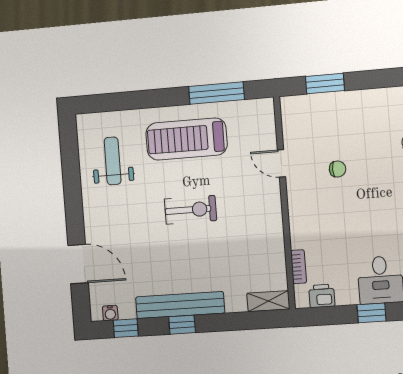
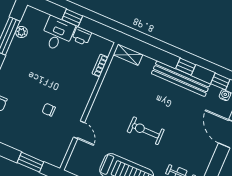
printer: (322, 296) -> (82, 36), moved

